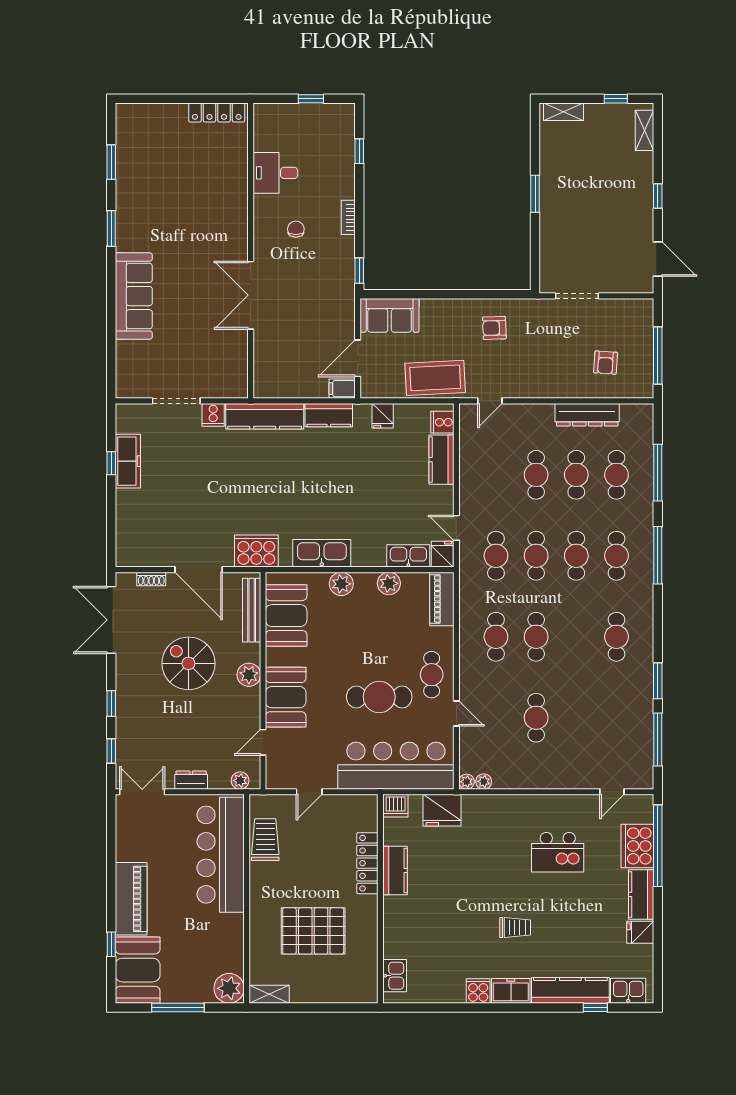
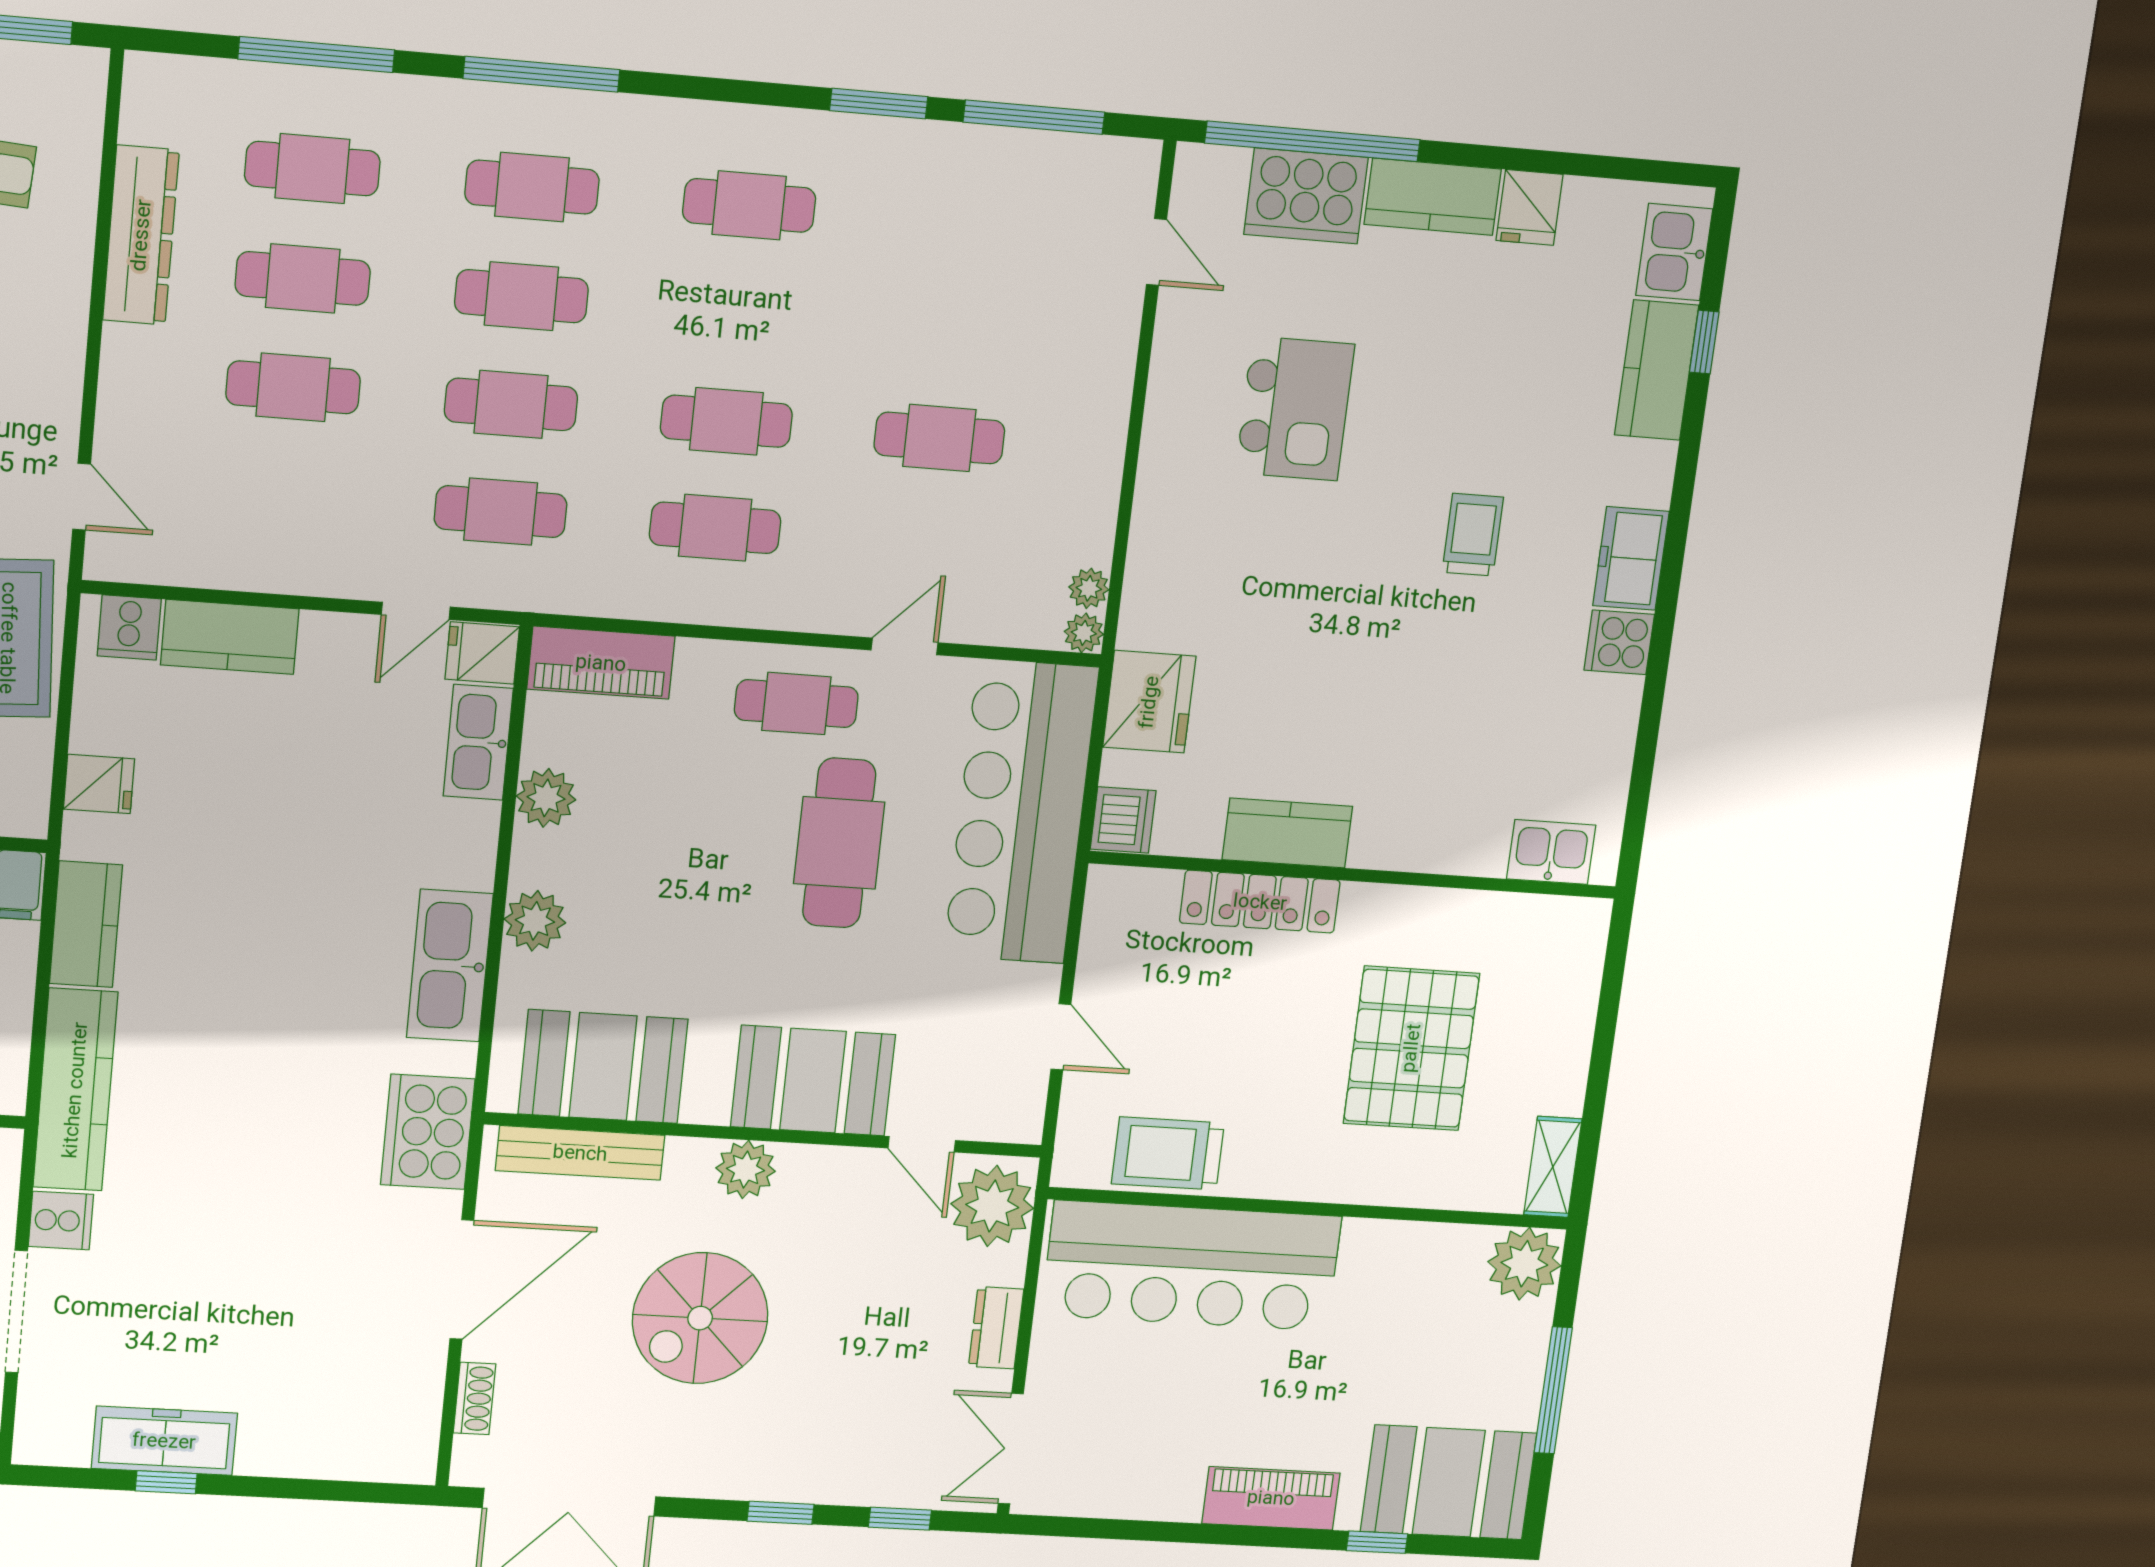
plant: (240, 781) -> (992, 1206), width x1.87, depth x1.87
piano: (131, 899) -> (1271, 1498), width x0.73, depth x0.75
kitchen counter: (570, 990) -> (1657, 370), width x0.67

